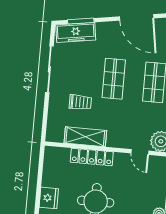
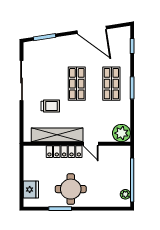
freezer: (76, 32) -> (41, 47), removed
shelving: (85, 137) -> (57, 135), width x1.47
door: (140, 152) -> (91, 144), moved

